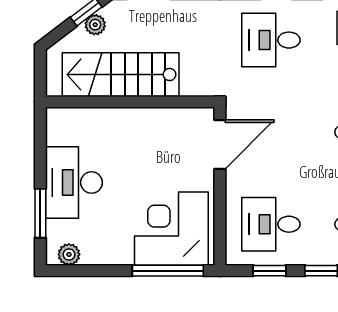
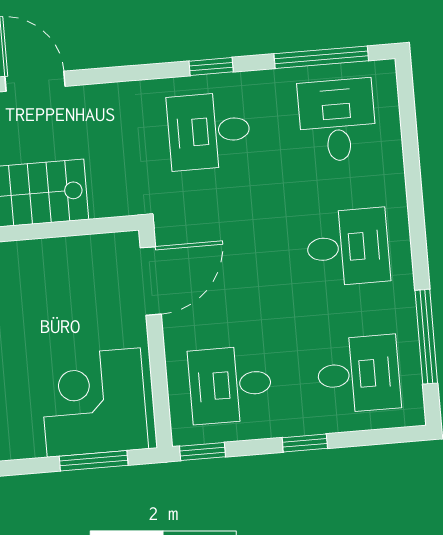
window: (168, 271) -> (94, 461), width x0.69
window: (270, 271) -> (202, 452), moved

